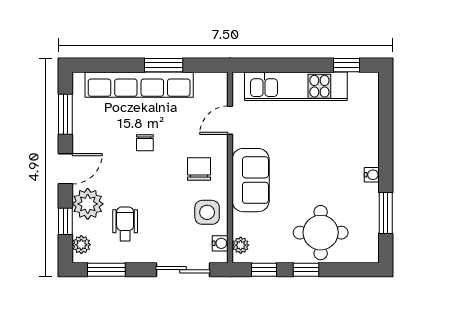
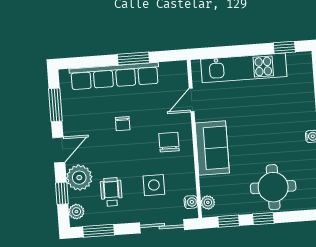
side table: (207, 212) -> (154, 185), moved

